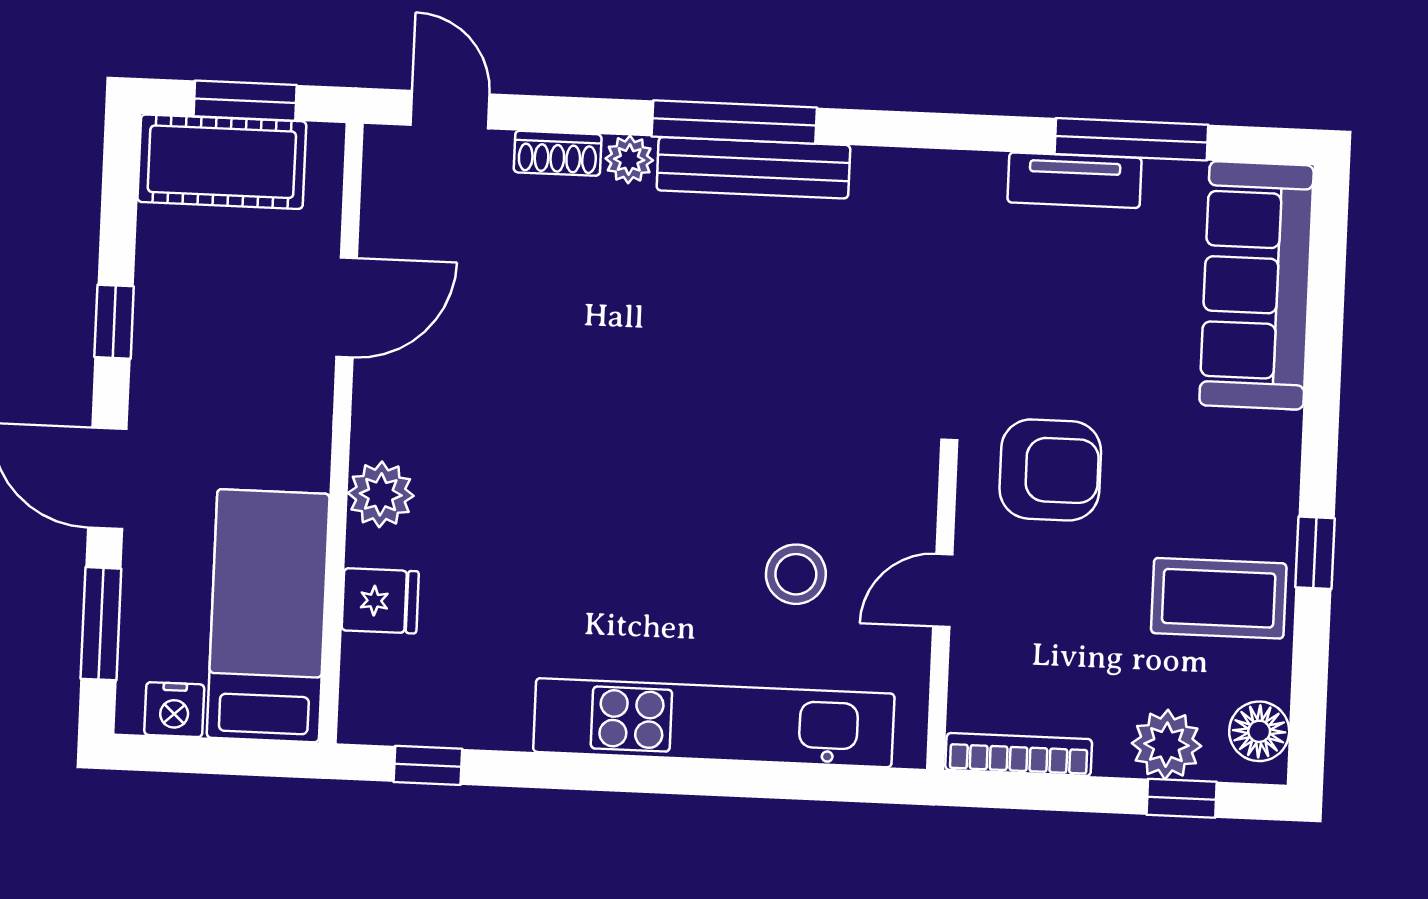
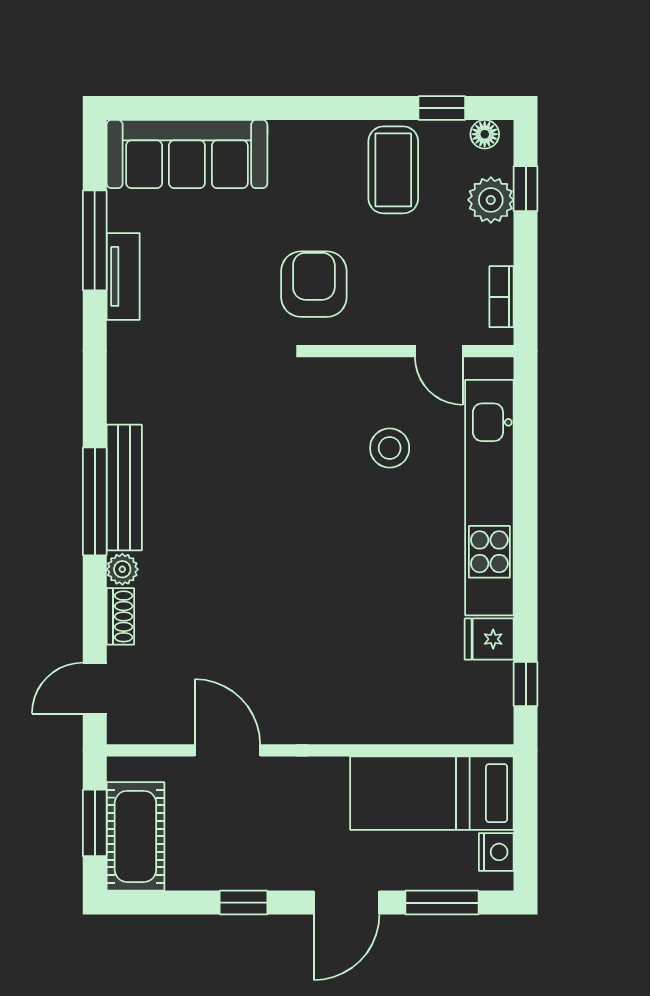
plant: (381, 494) -> (349, 723), removed
window: (1315, 553) -> (442, 108), moved
door: (943, 591) -> (439, 351), moved
fridge: (380, 601) -> (489, 639), moved, turned -90
floor lamp: (1259, 731) -> (485, 134), width x0.73, depth x0.73
bookcase: (1019, 754) -> (502, 297), width x0.64

